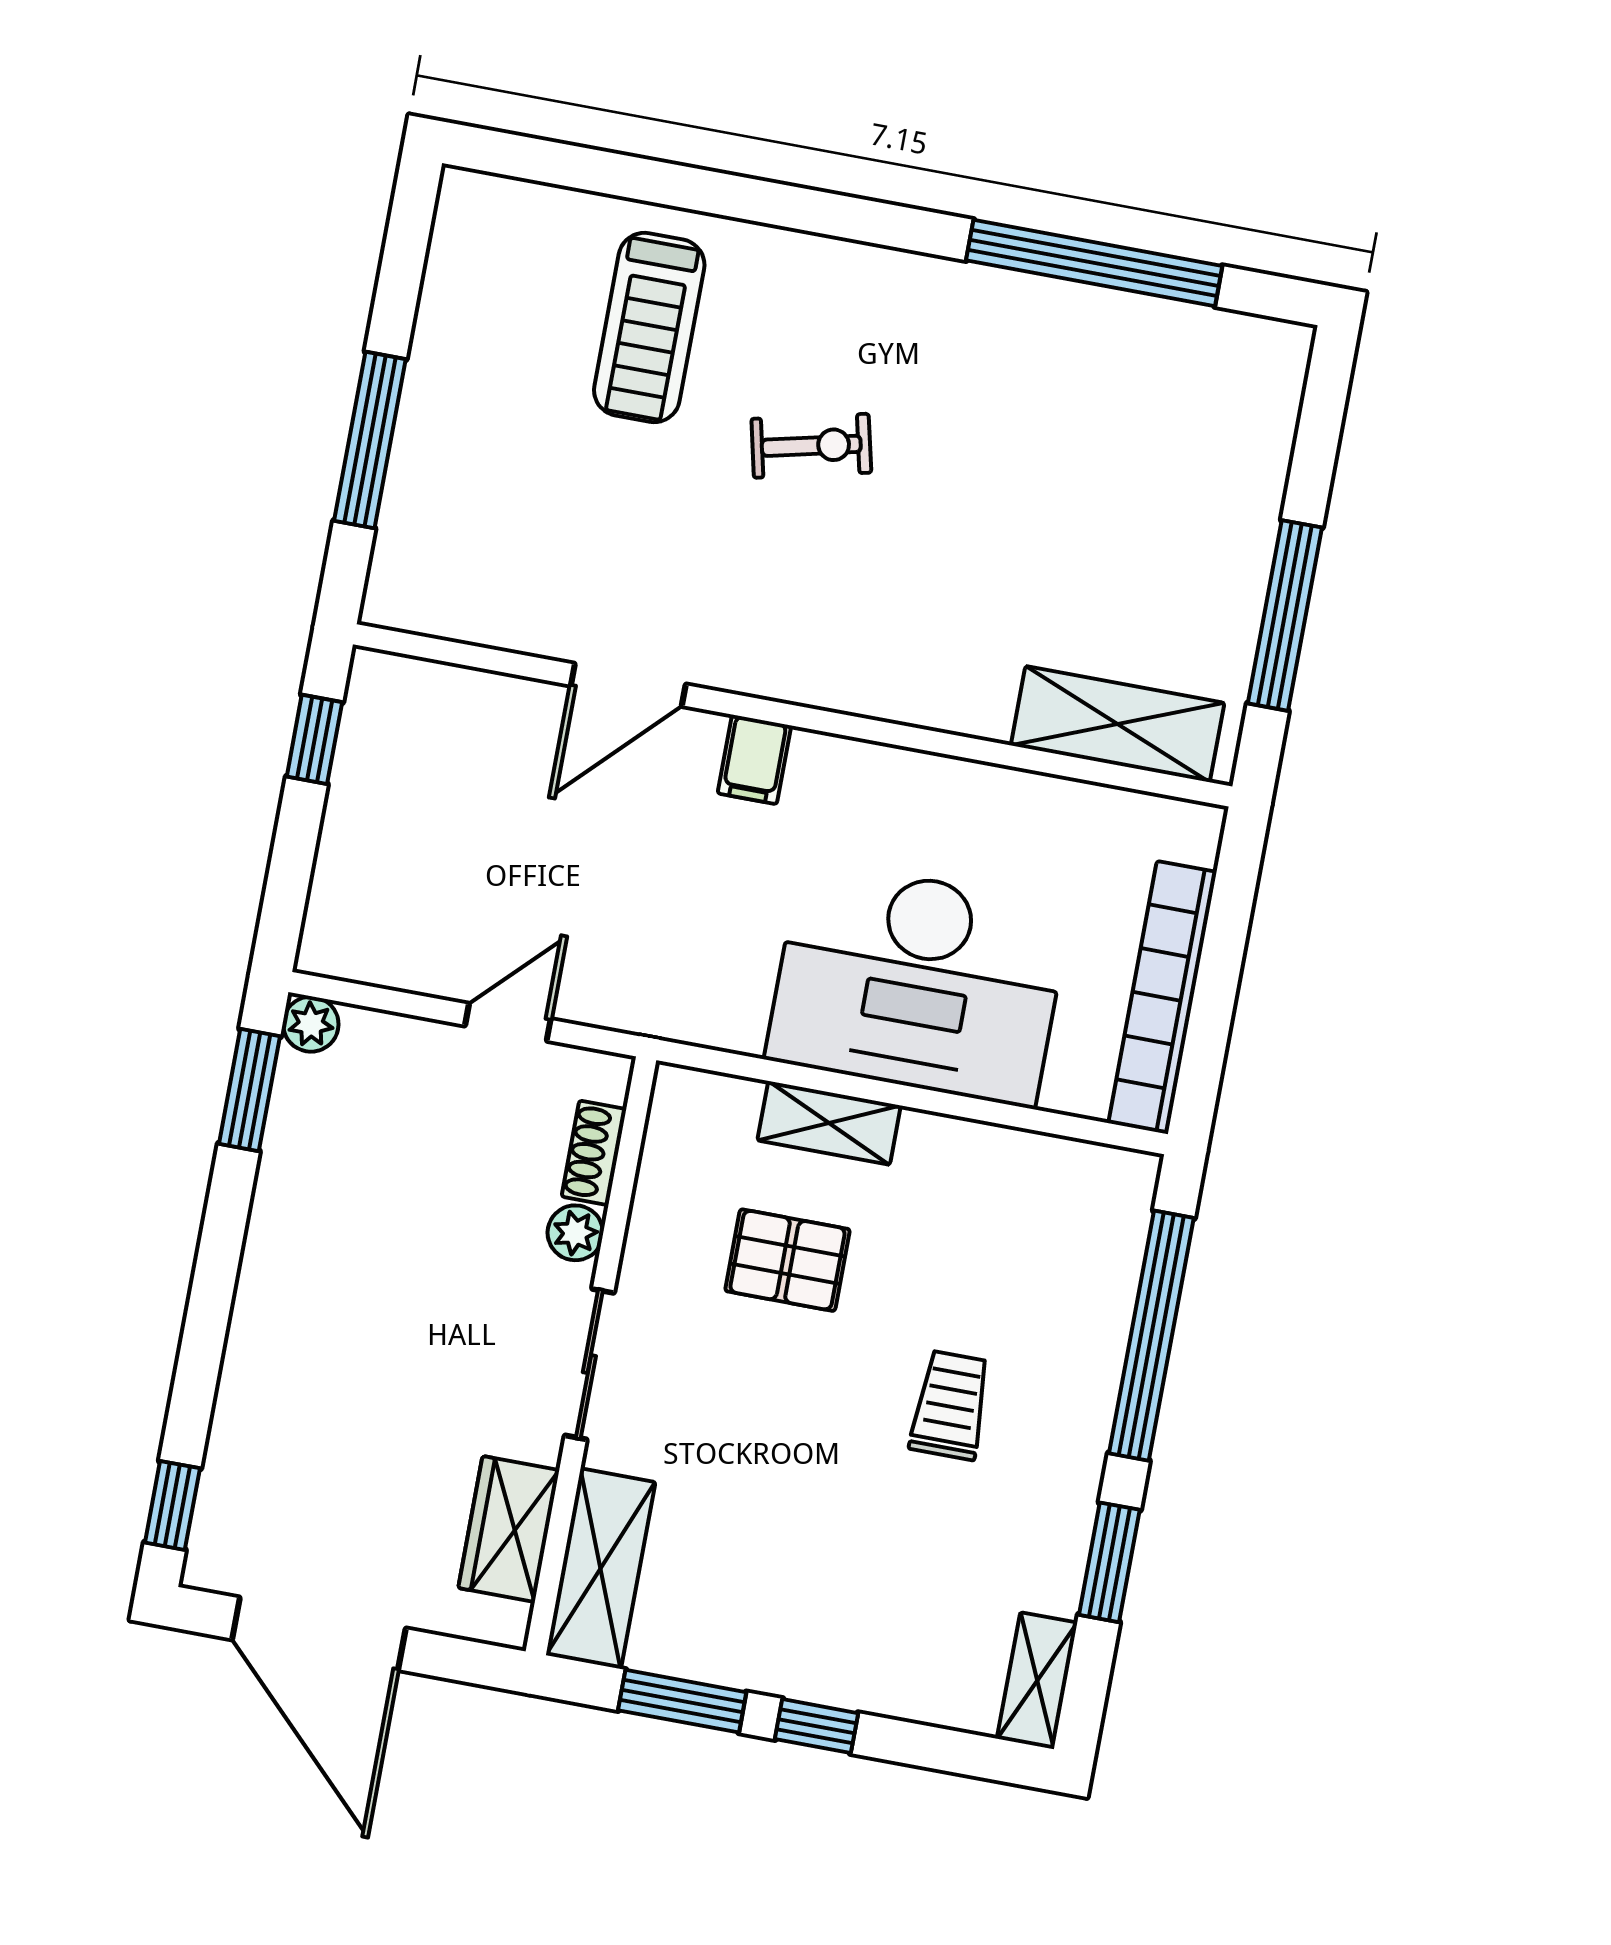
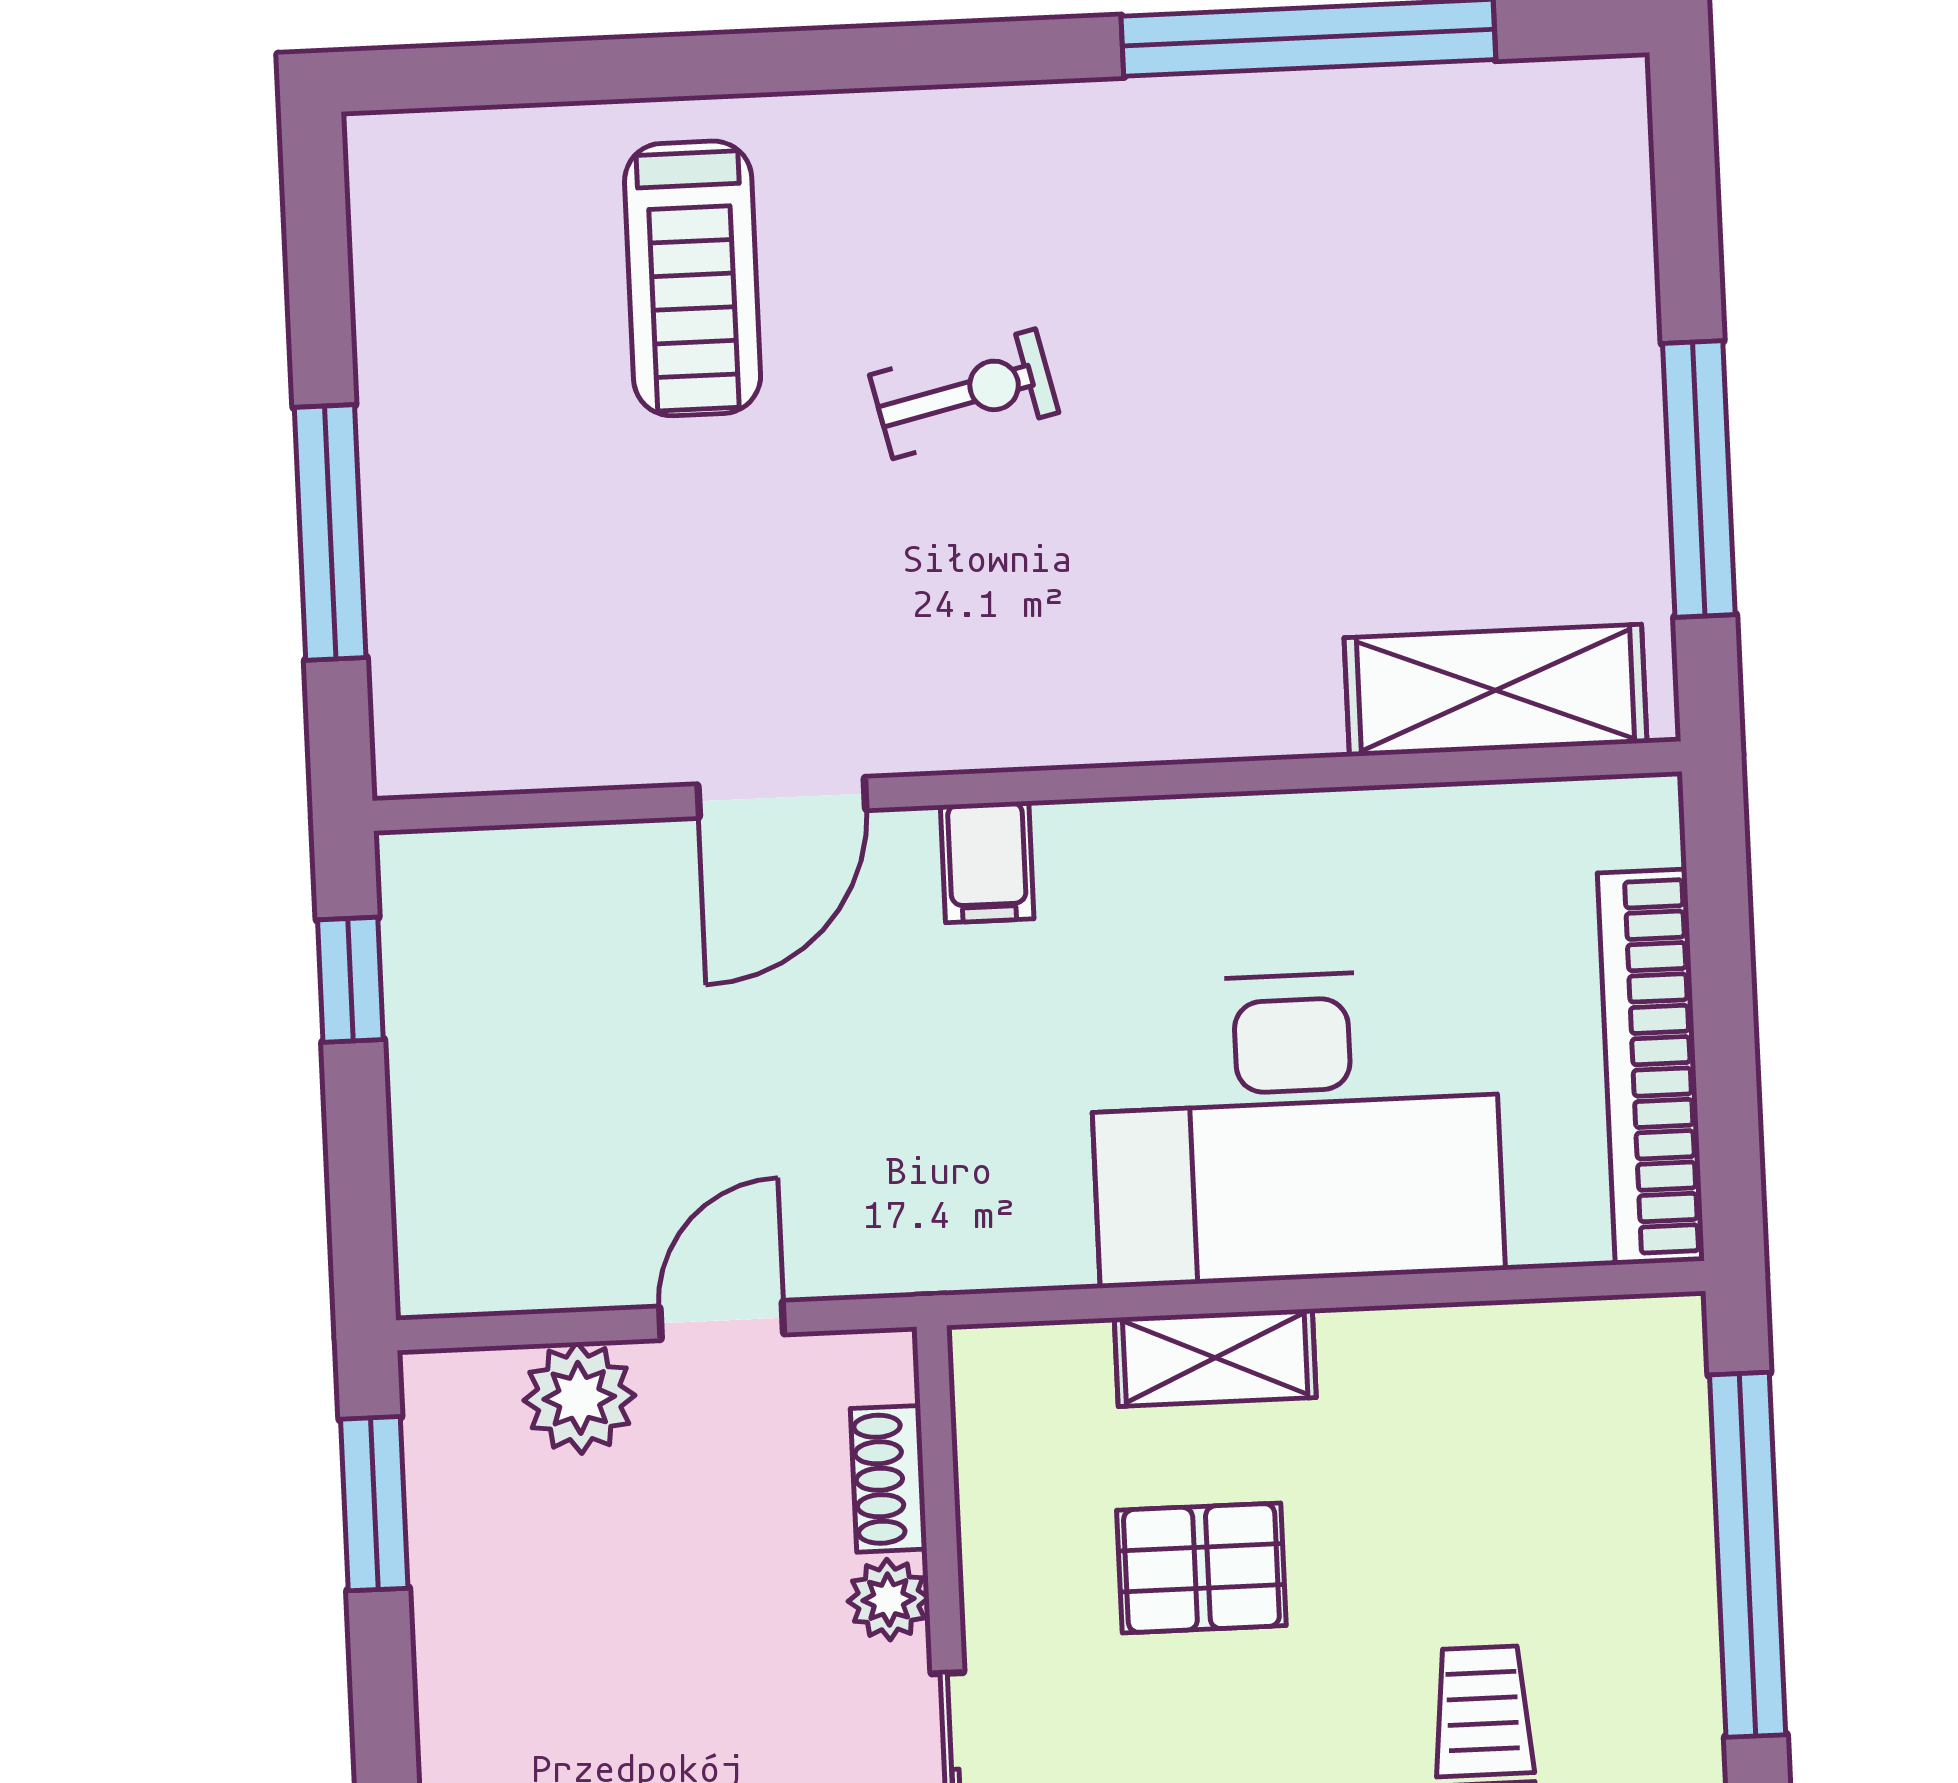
plant: (311, 1024) -> (579, 1398), moved, width x1.38, depth x1.38

